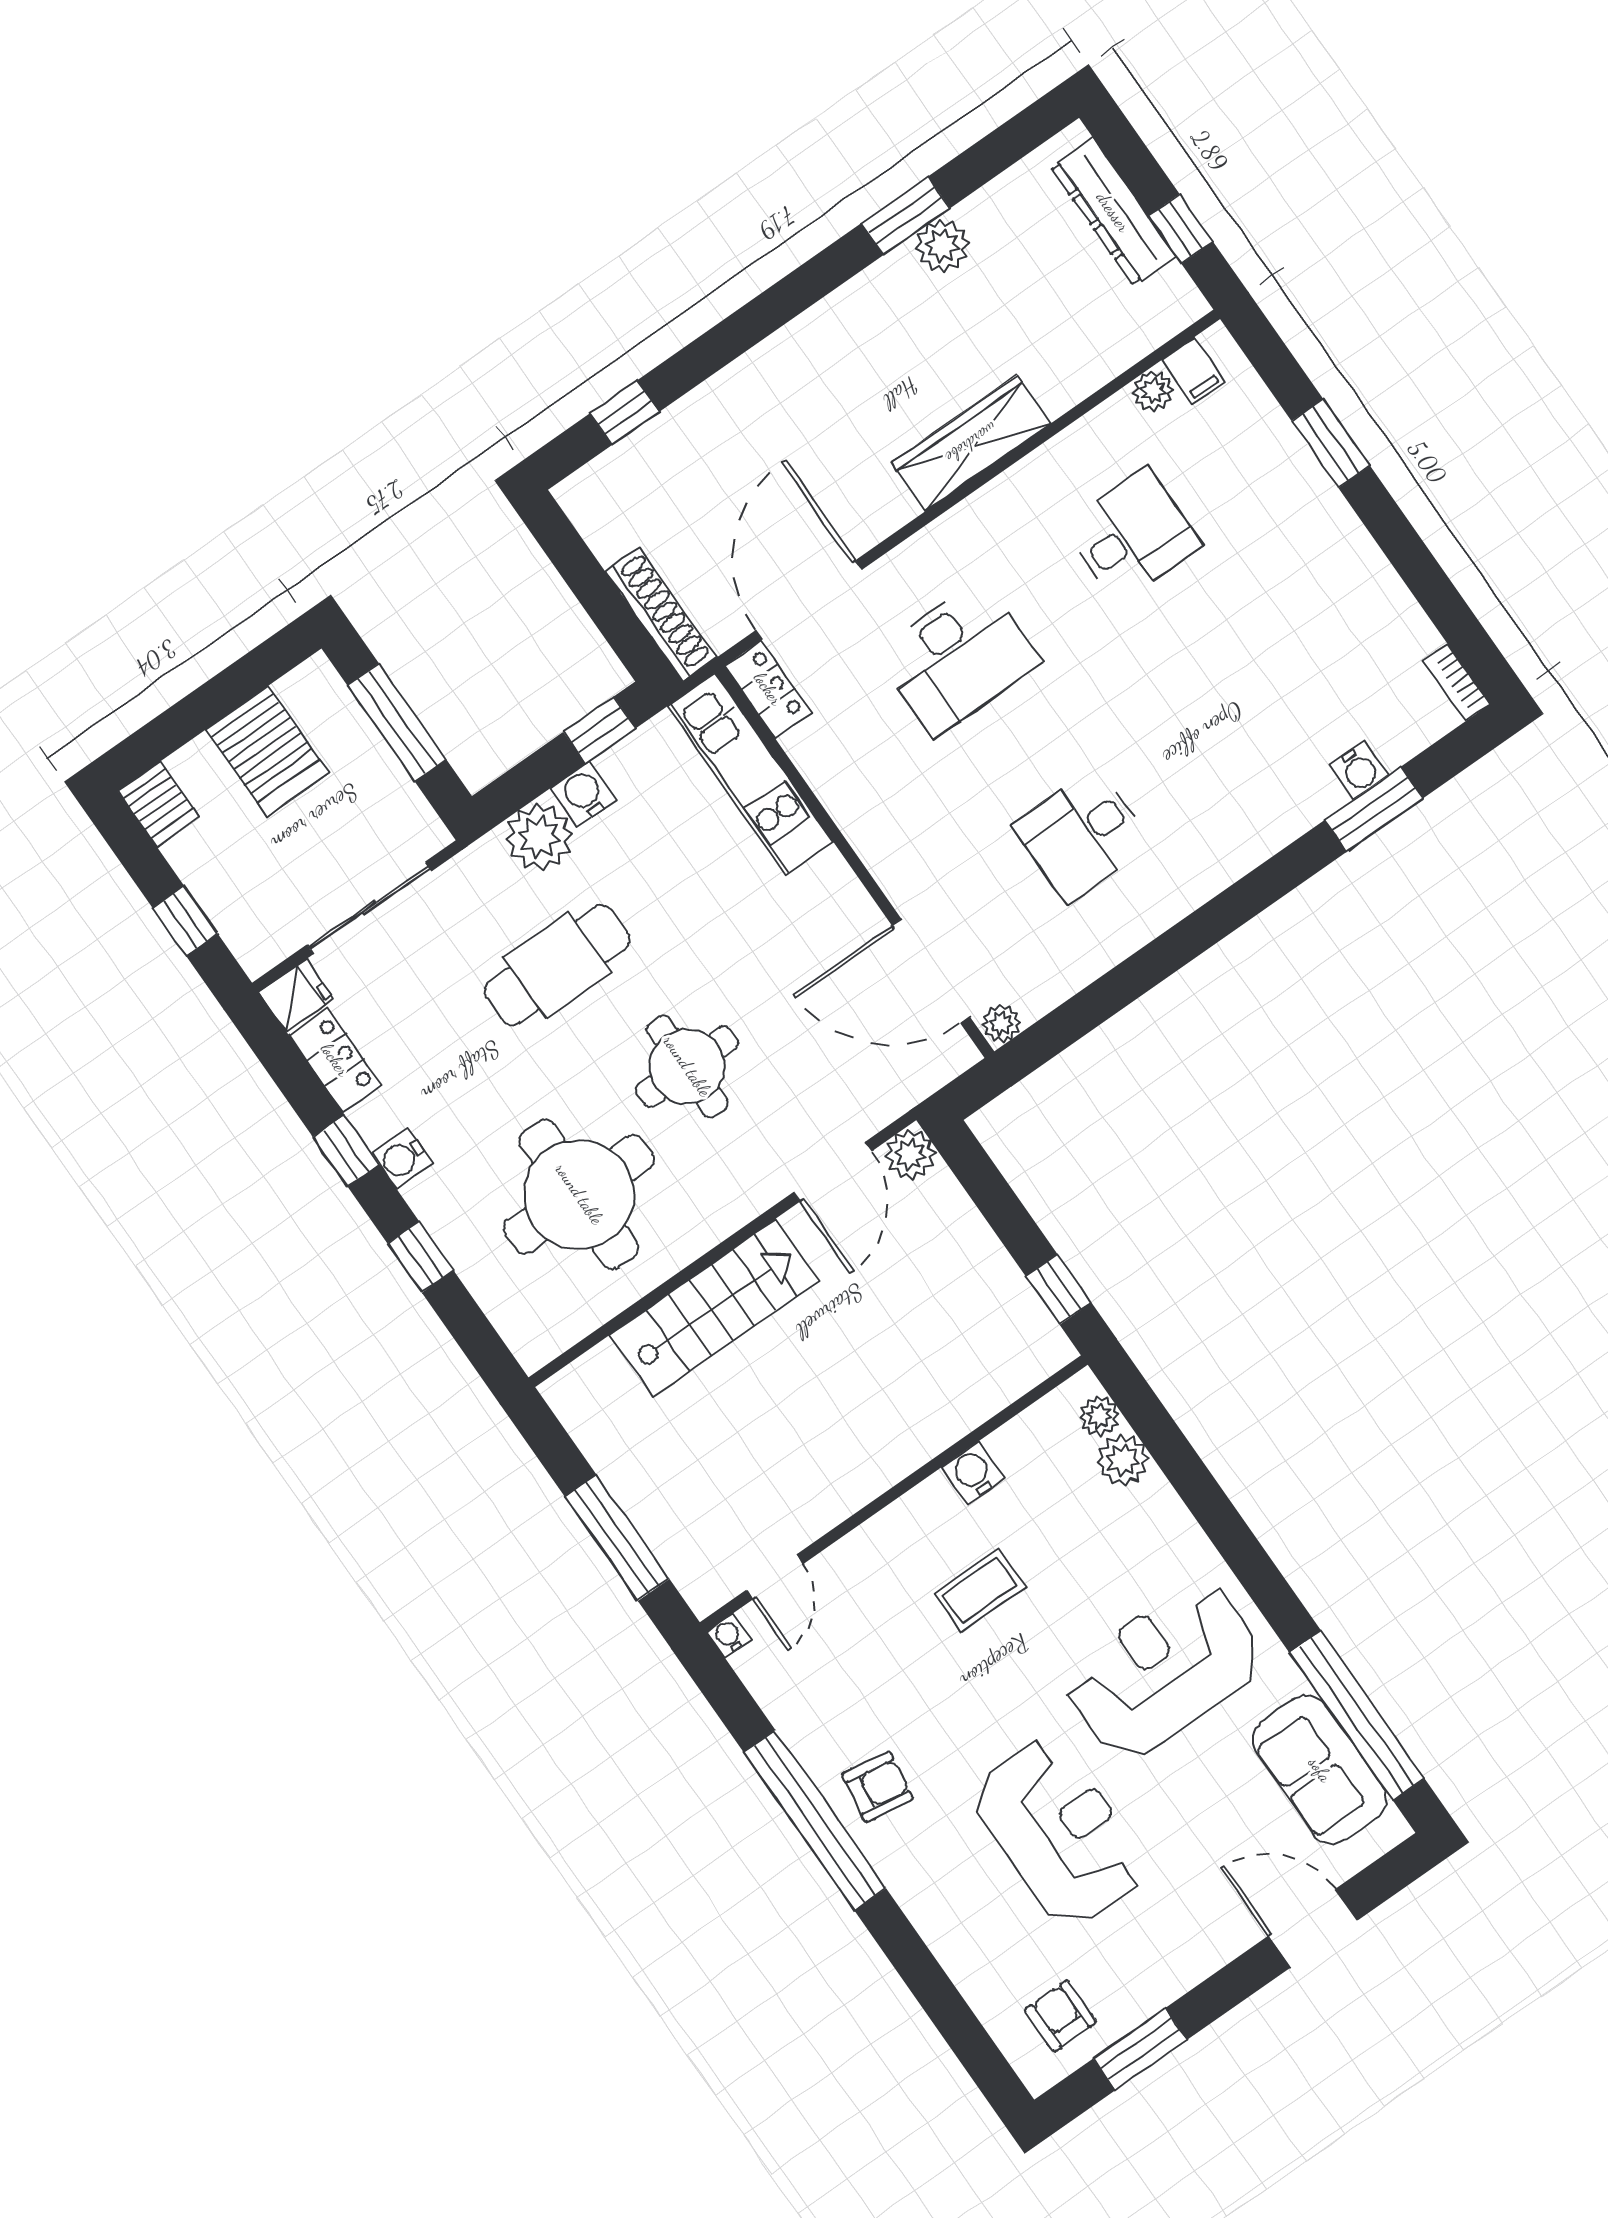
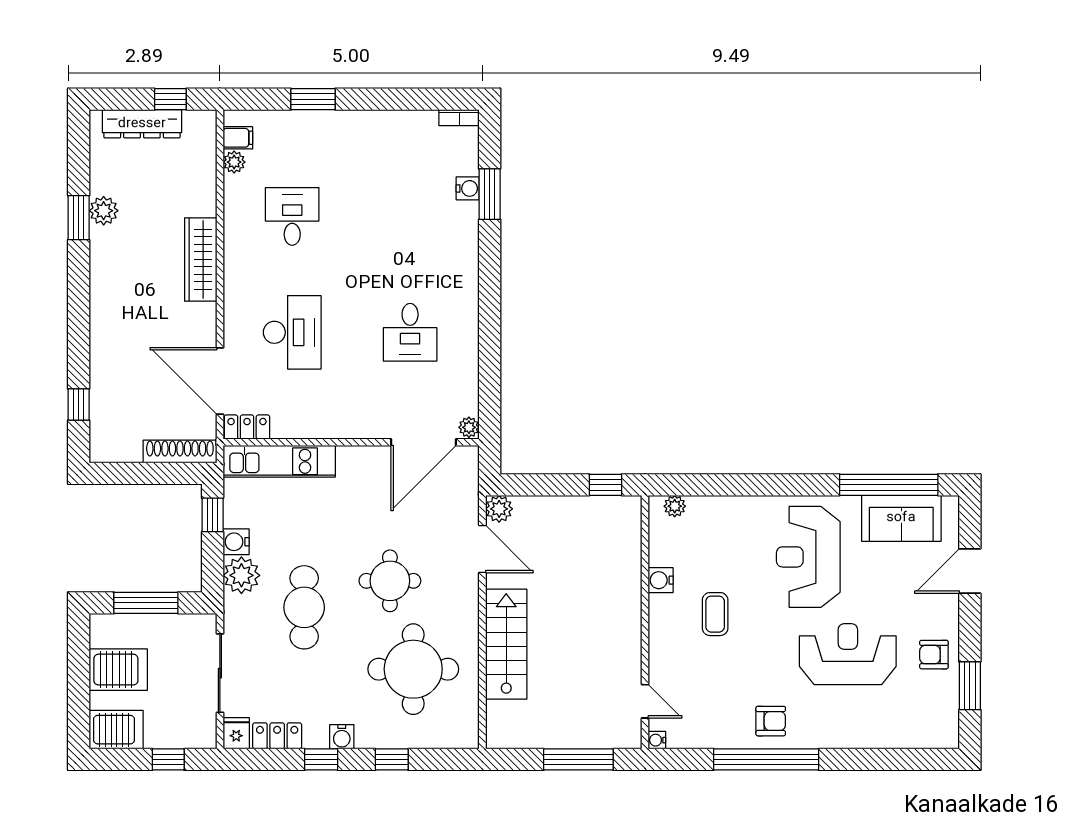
server rack: (159, 804) -> (116, 730), width x1.36, depth x1.44
plant: (1123, 1460) -> (702, 509), removed
armchair: (877, 1787) -> (771, 721), turned 81
armchair: (1060, 2016) -> (934, 655), moved

